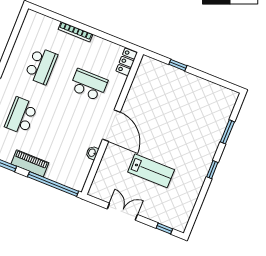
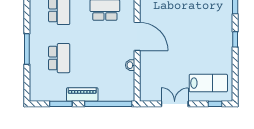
school desk: (21, 116) -> (59, 58), turned 180
lab bench: (151, 171) -> (208, 83), moved

